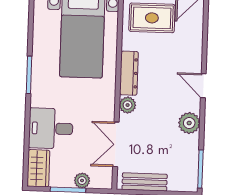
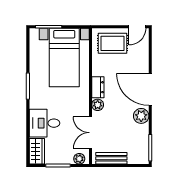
dresser: (129, 73) -> (98, 87), width x0.70
door: (203, 86) -> (150, 89), width x1.87
plant: (82, 181) -> (79, 159), moved

